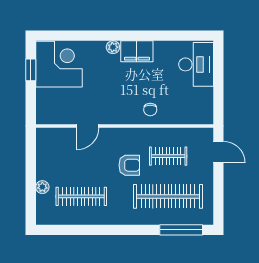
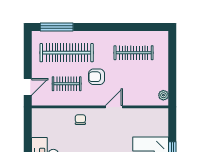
door: (88, 126) -> (114, 107), moved
door: (218, 152) -> (28, 87), swing flipped
plant: (42, 187) -> (163, 95), moved

